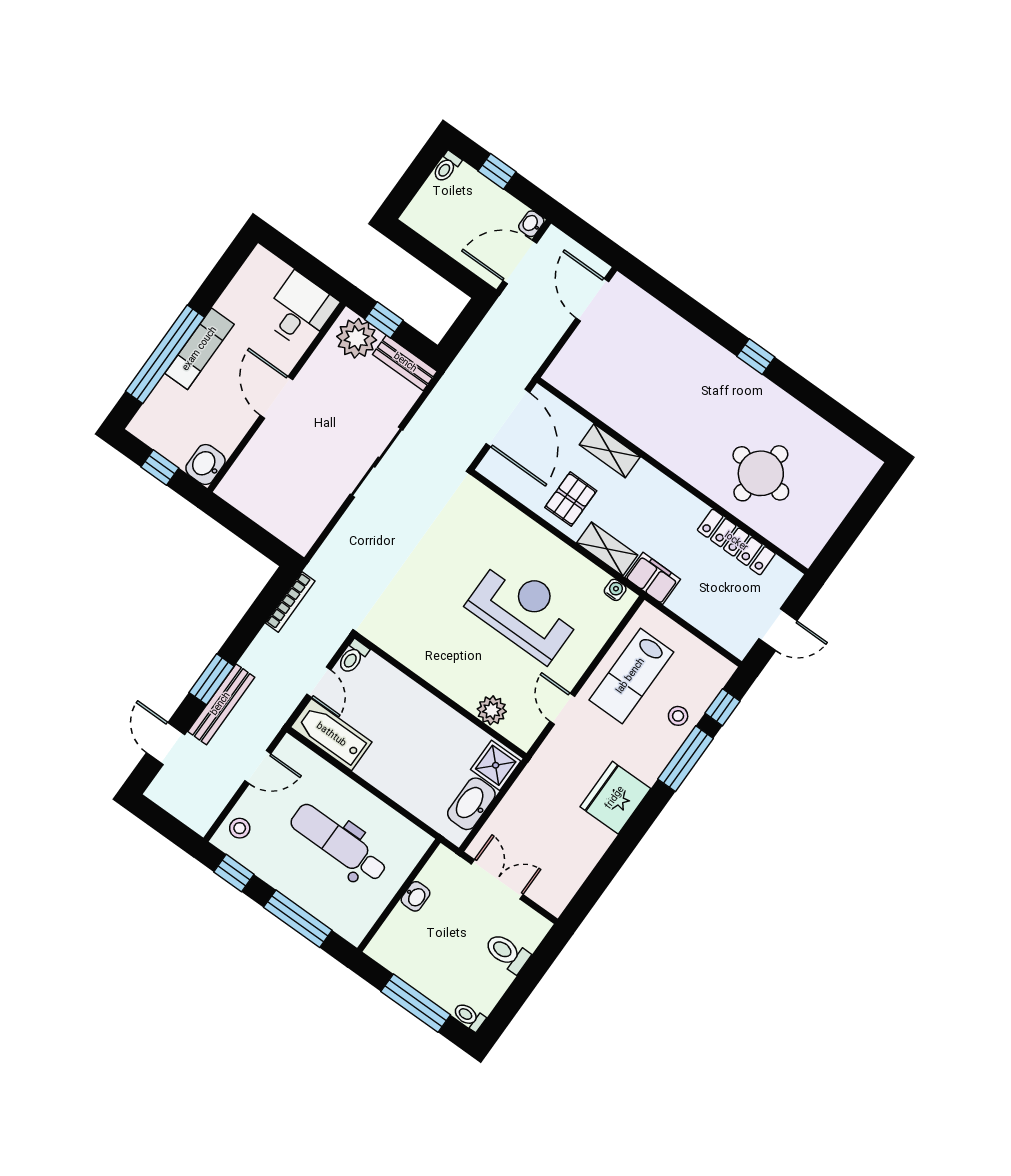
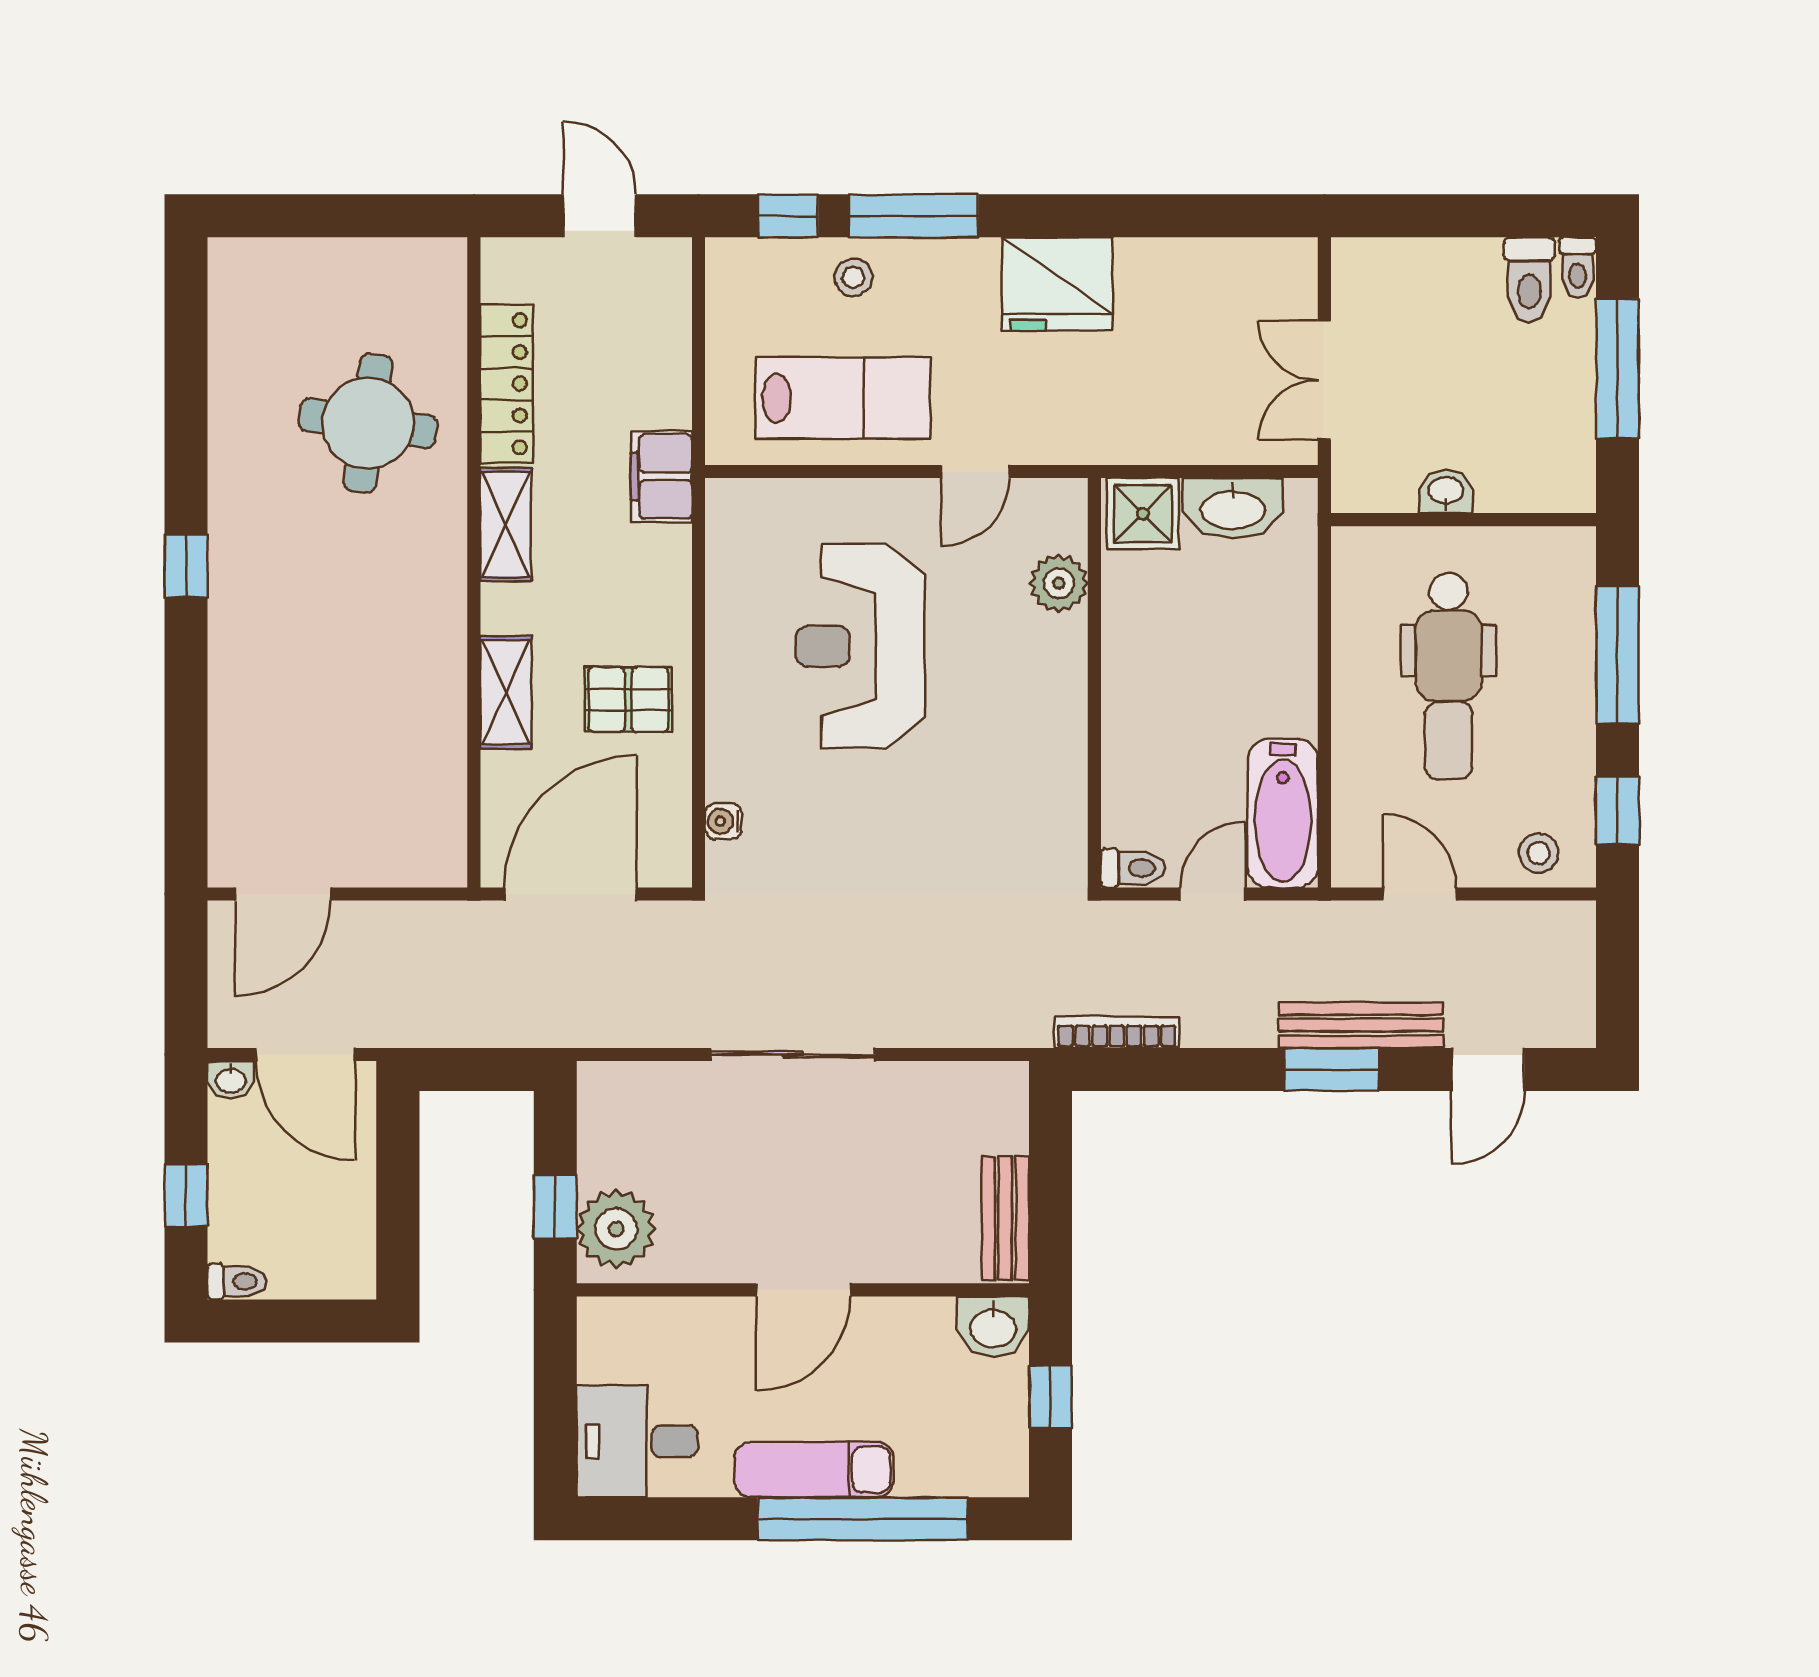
desk: (300, 311) -> (637, 1441), moved
bench: (405, 363) -> (1005, 1218), moved
shelving: (607, 549) -> (506, 524), moved
water cooler: (615, 590) -> (723, 821), moved
toilet: (507, 953) -> (1529, 279), moved

